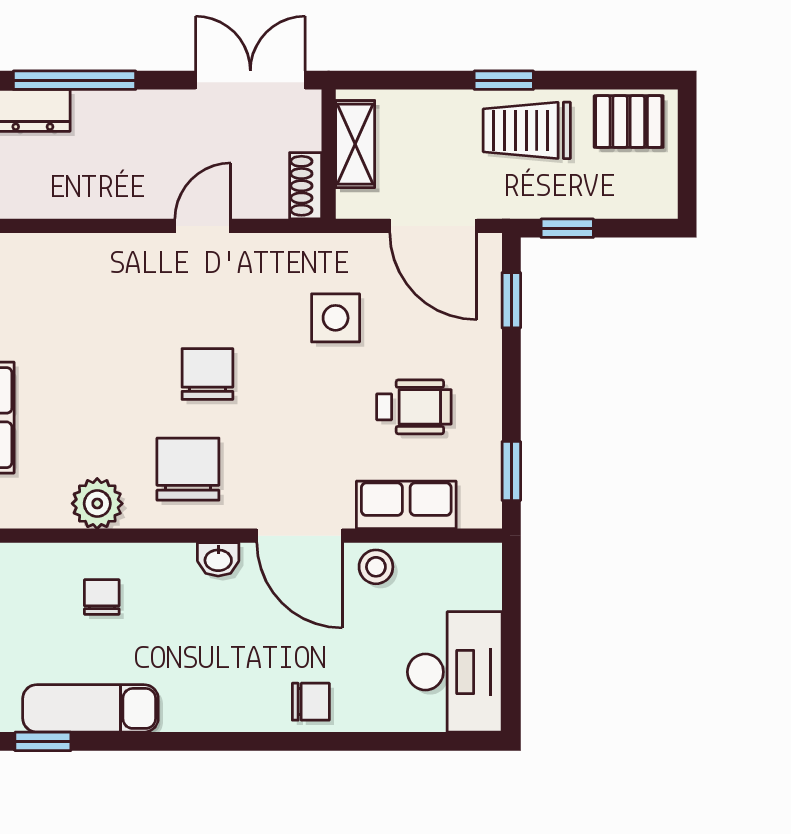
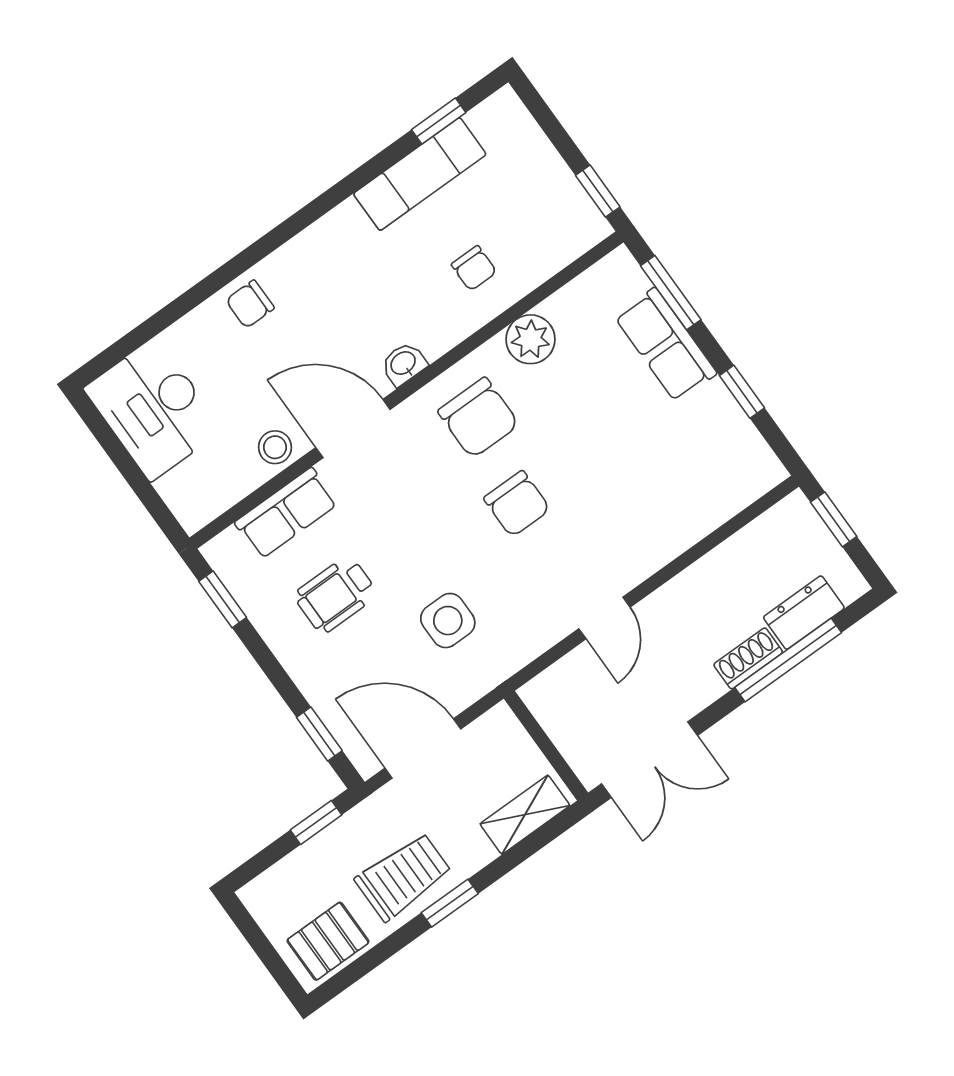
shelving: (355, 144) -> (525, 815), moved, turned 90
shoe rack: (306, 186) -> (748, 658), moved, turned -90

